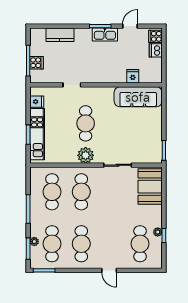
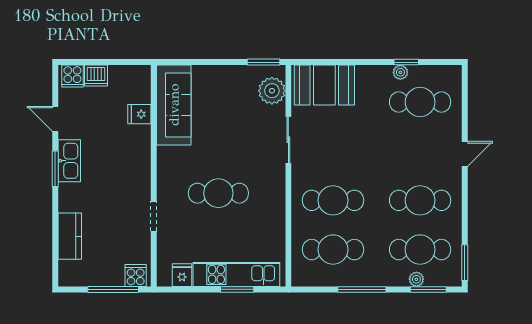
cooker: (36, 63) -> (136, 276), moved
plant: (86, 155) -> (272, 91), moved

